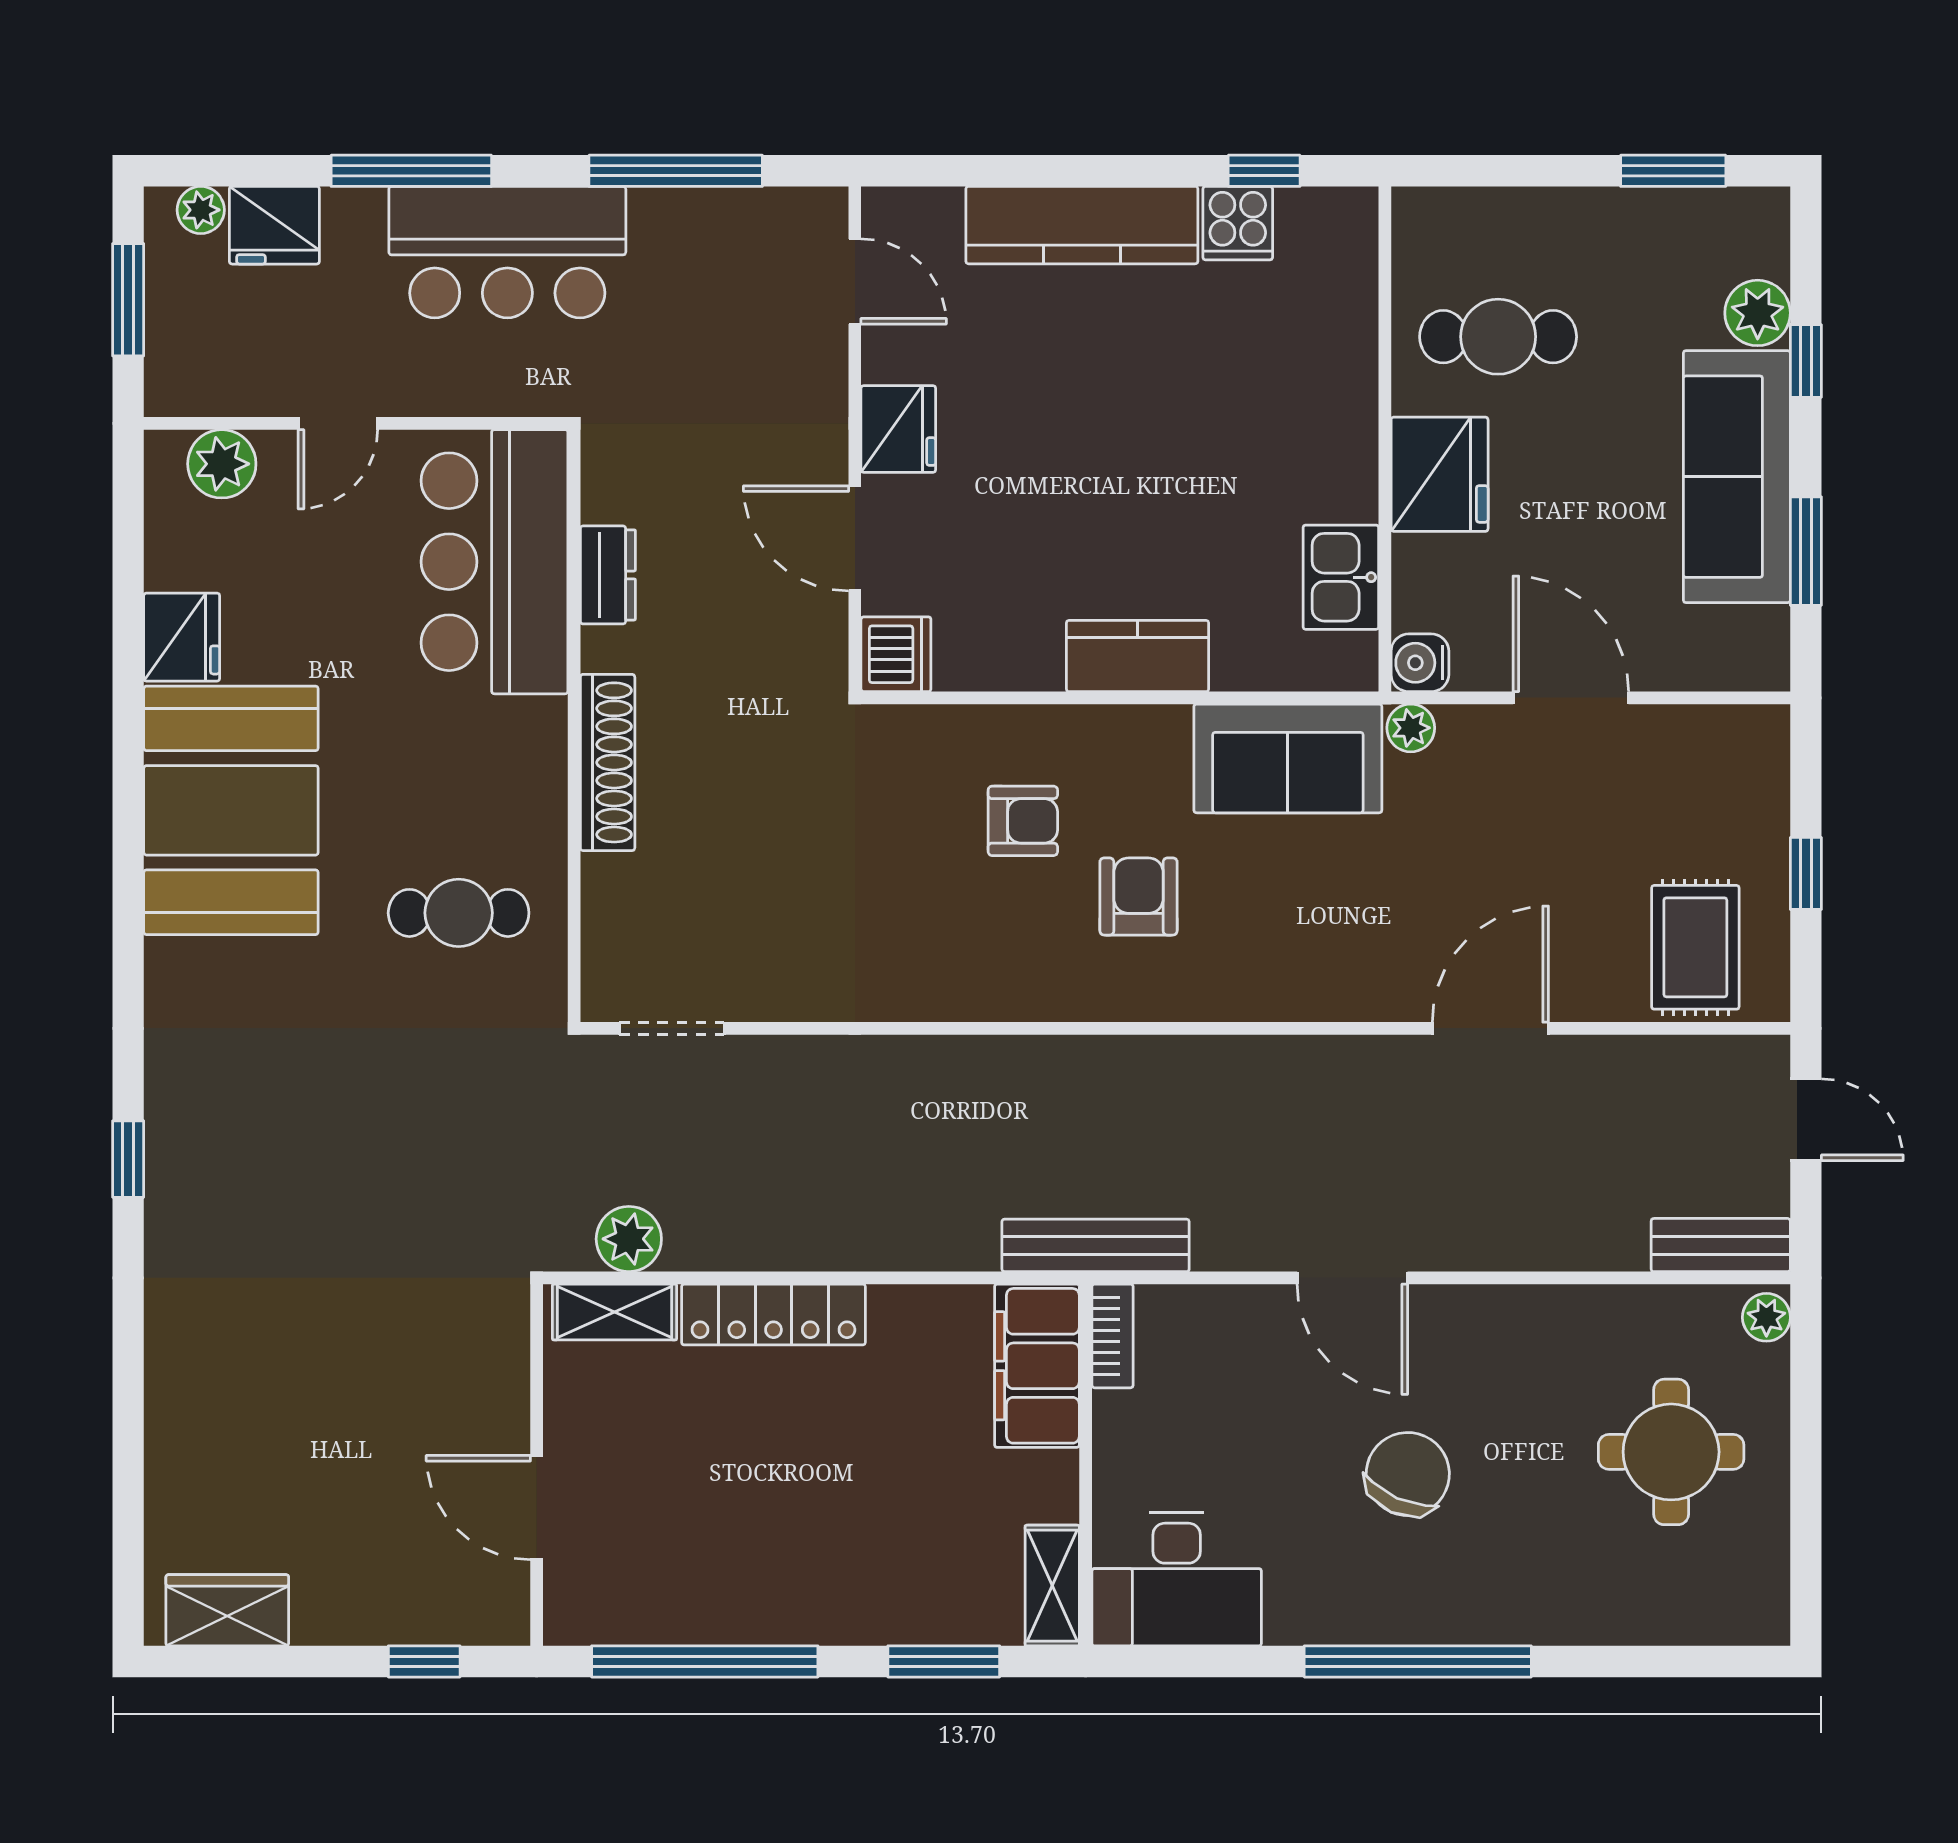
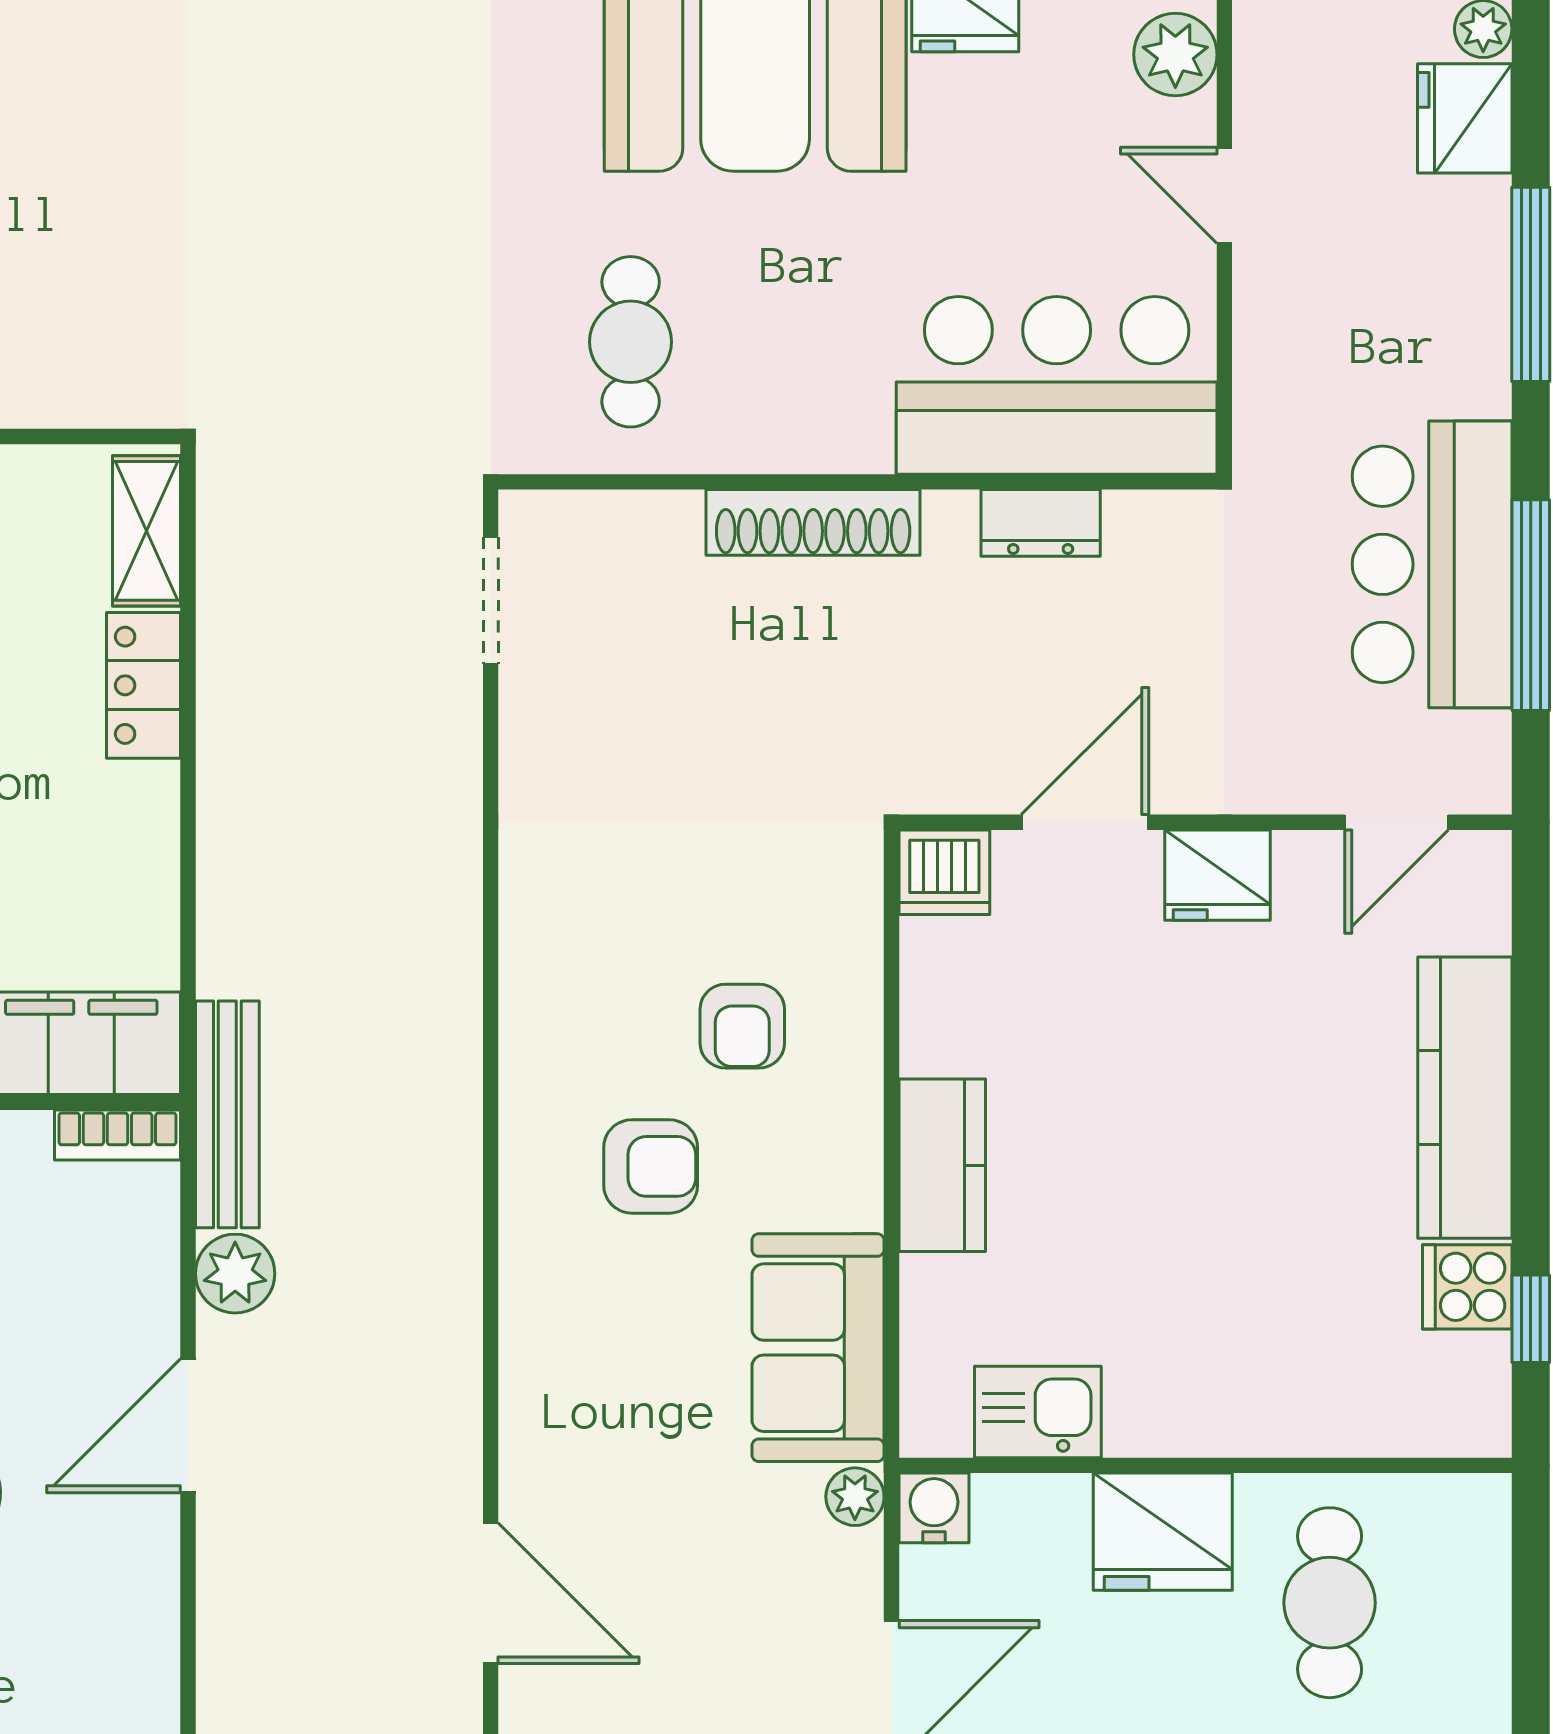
bar counter: (507, 252) -> (1432, 564), moved
plant: (629, 1239) -> (235, 1274), moved
locker: (773, 1315) -> (144, 685), width x0.66

